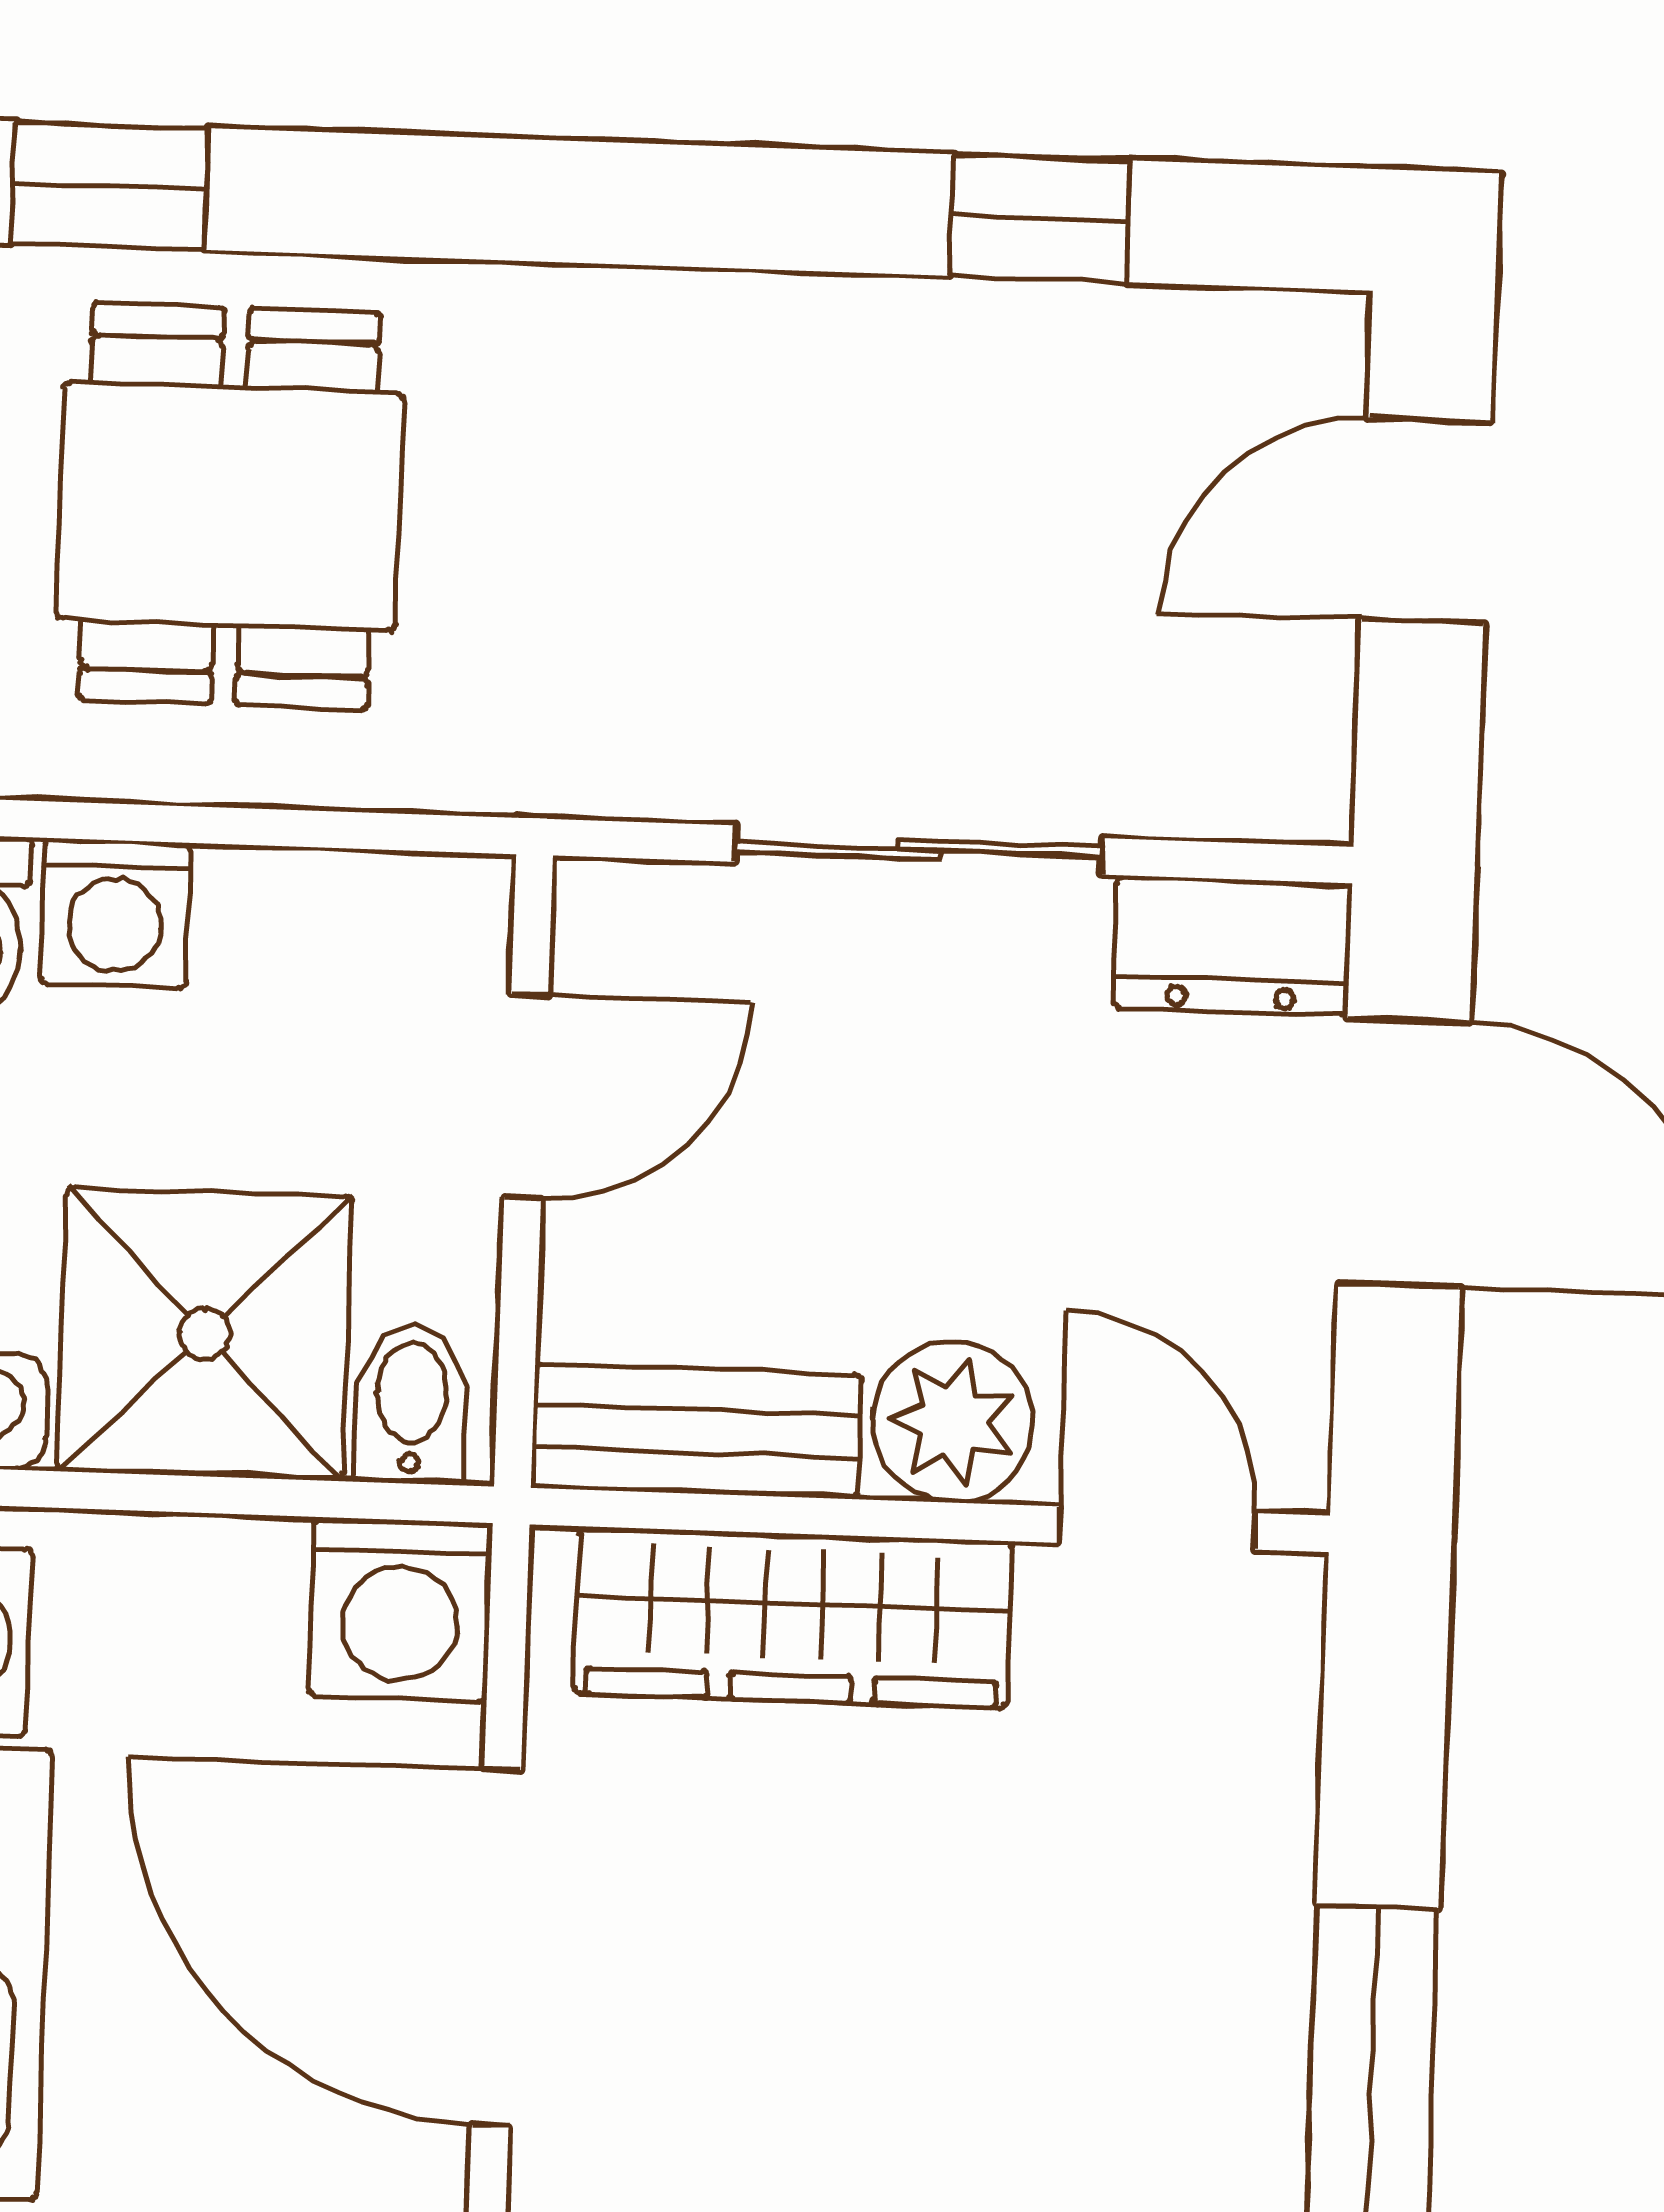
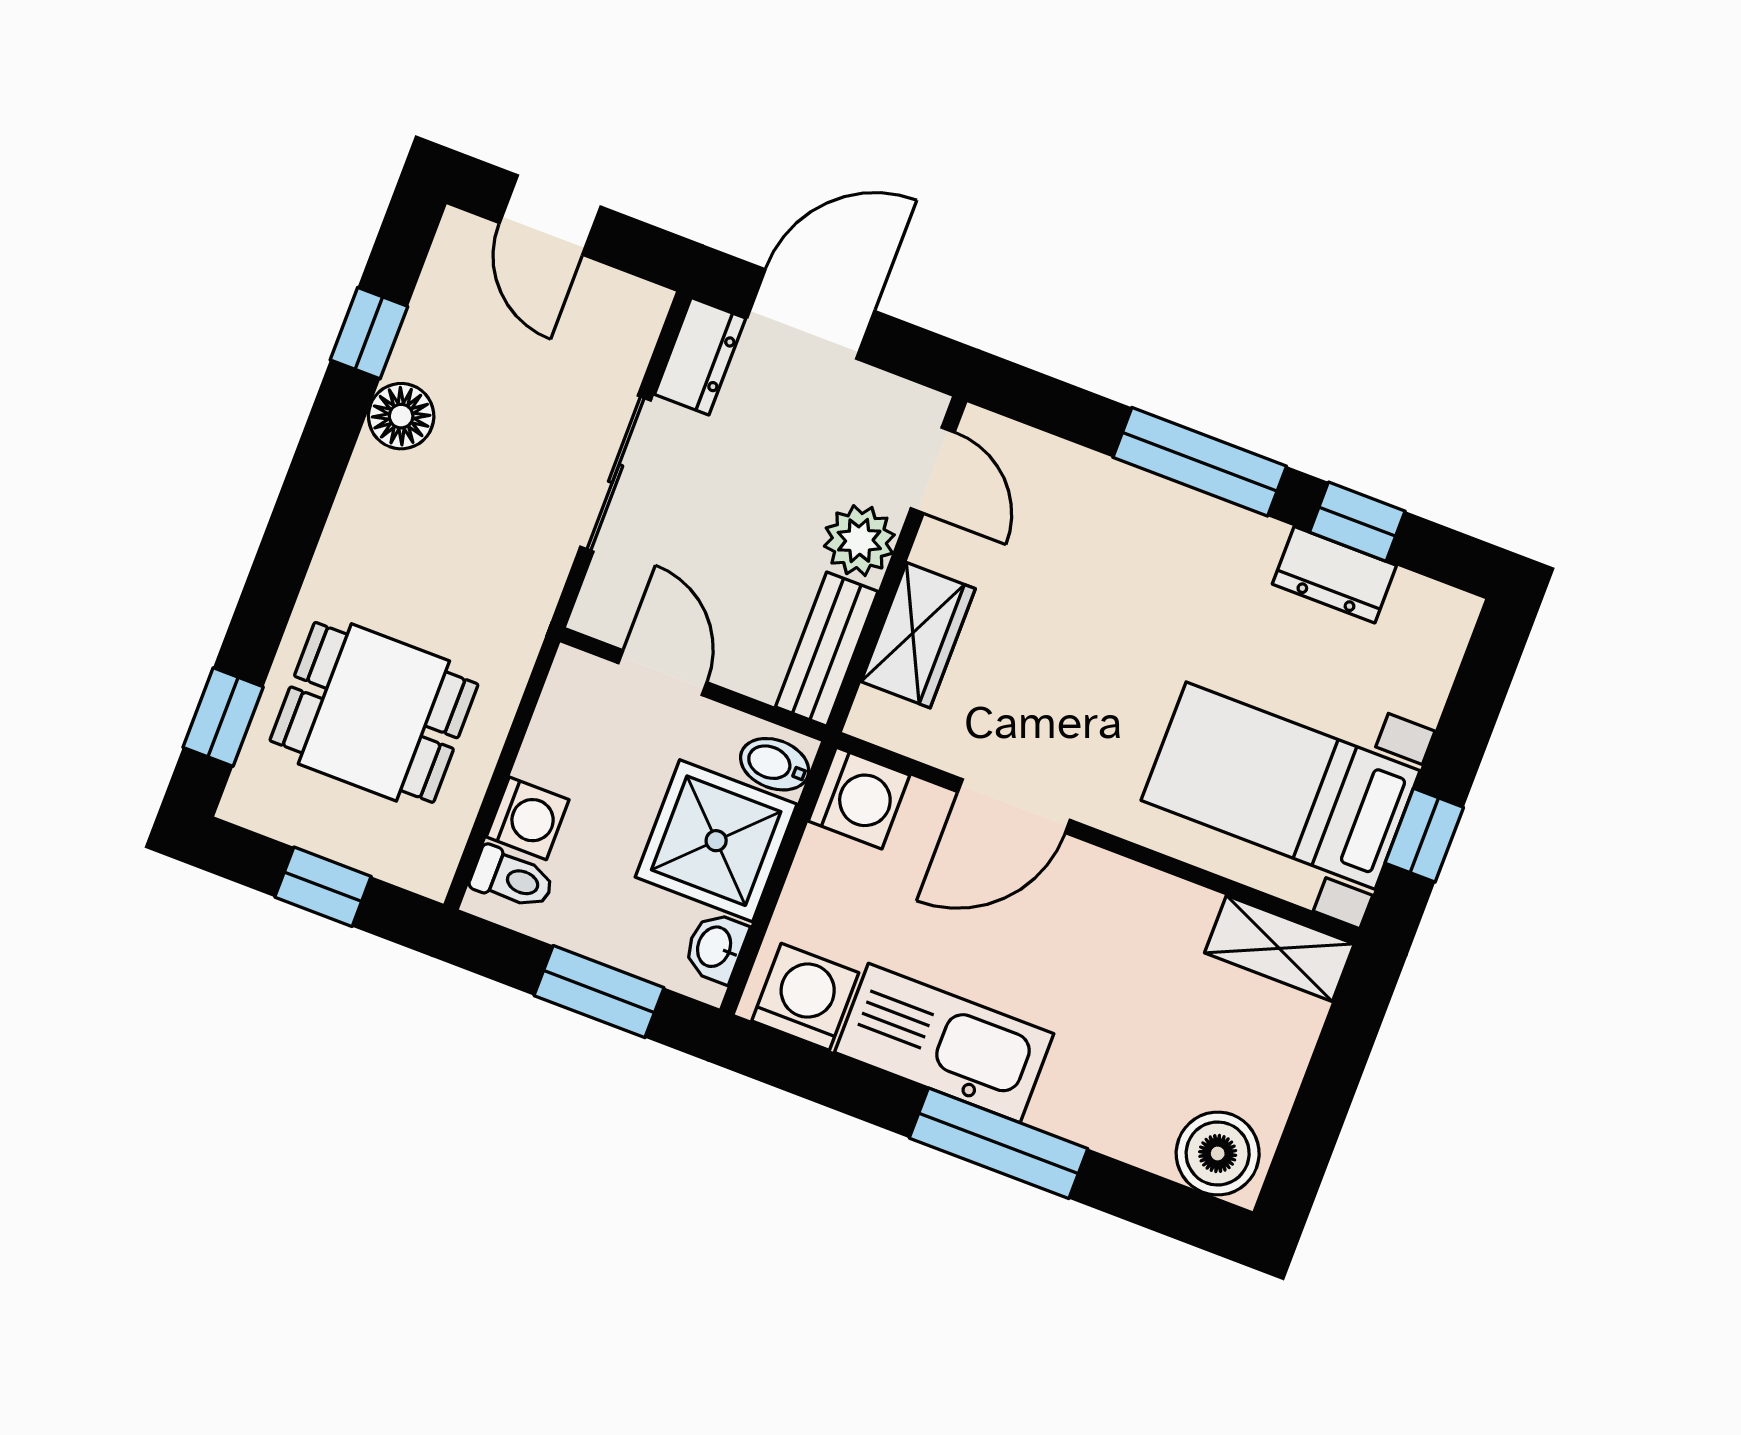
floor lamp: (885, 348) -> (401, 416), added
door: (1157, 1528) -> (933, 470), swing flipped
wardrobe: (793, 1617) -> (918, 635), width x0.67
door: (496, 1948) -> (1014, 806), width x0.73

